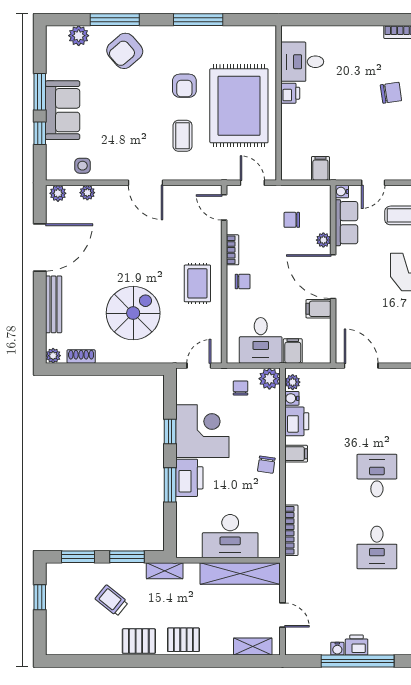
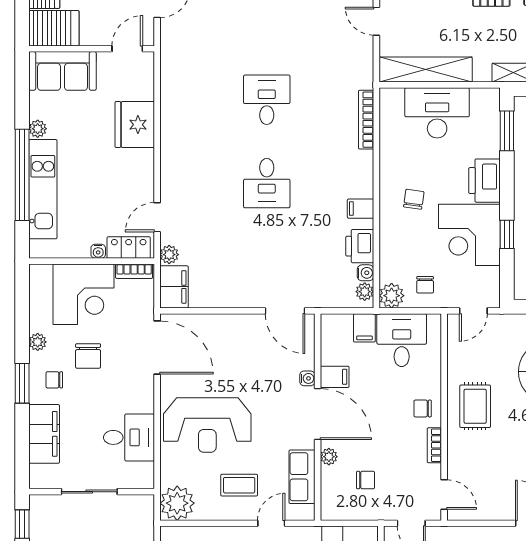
water cooler: (342, 191) -> (307, 378), moved
chair: (266, 465) -> (414, 199), moved
window: (170, 485) -> (507, 131), moved

